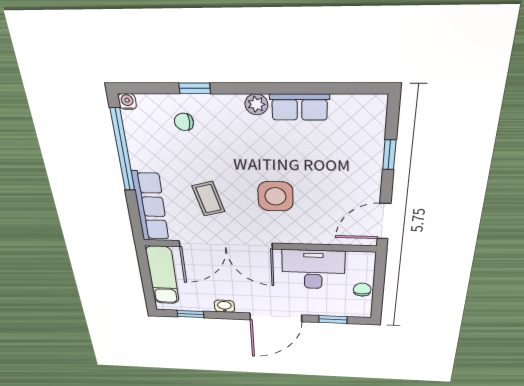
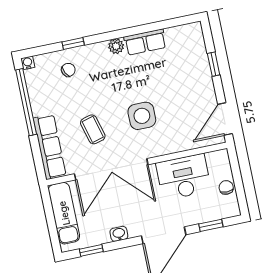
chair: (184, 122) -> (68, 70), turned 153

